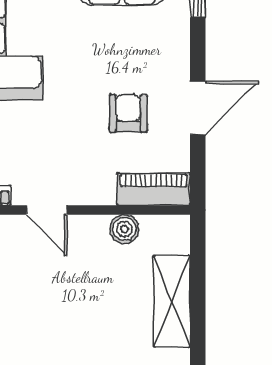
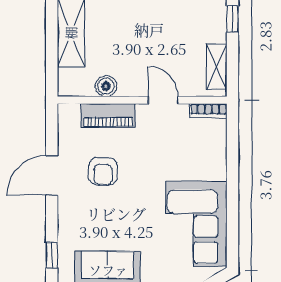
piano: (154, 189) -> (108, 116), moved

